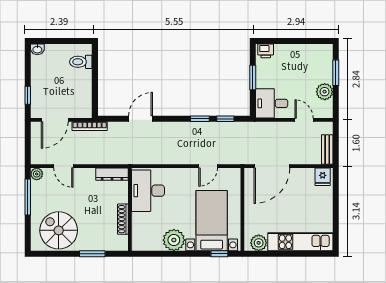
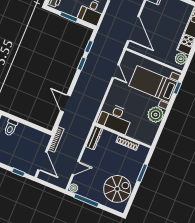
spiral stairs: (59, 230) -> (117, 189), turned 180

